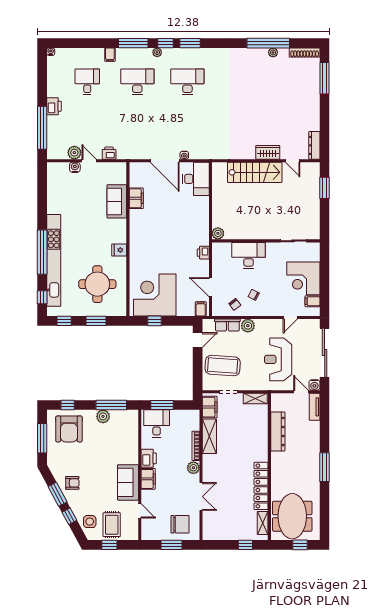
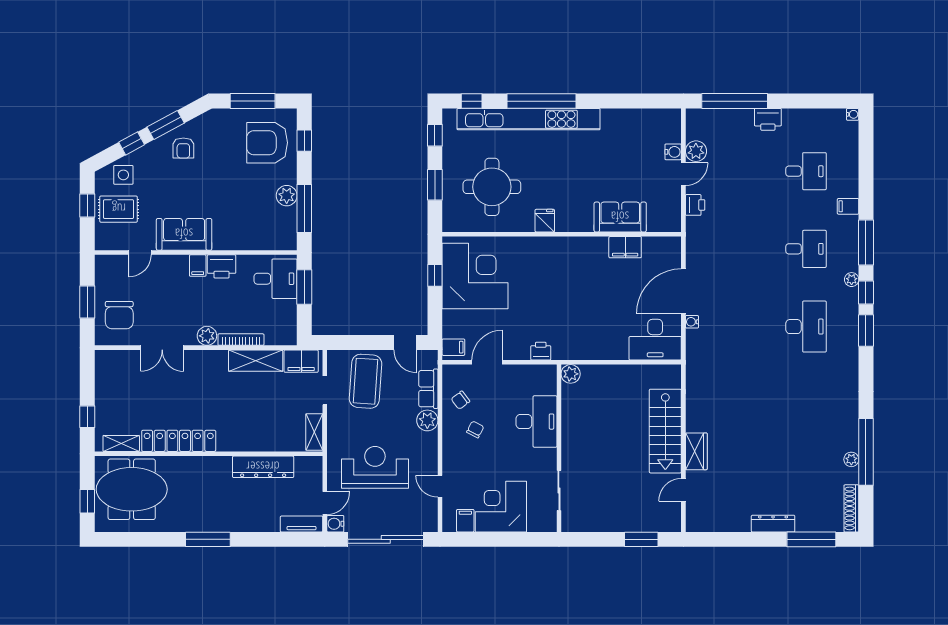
desk: (137, 82) -> (806, 249), width x0.73
dresser: (314, 145) -> (773, 524), moved
filing cabinet: (148, 479) -> (198, 266), width x0.50

